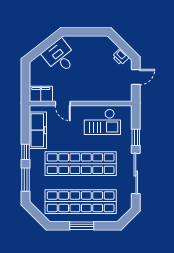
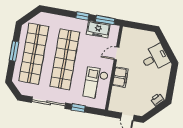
printer: (121, 57) -> (157, 99), moved
filing cabinet: (41, 94) -> (120, 77), moved
freezer: (38, 130) -> (98, 29), width x0.71
window: (26, 180) -> (105, 20), moved

